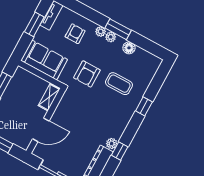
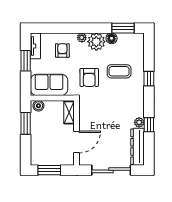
window: (118, 29) -> (123, 28), moved
plant: (111, 37) -> (96, 42), width x1.87, depth x1.87
boiler: (23, 75) -> (38, 106), added

